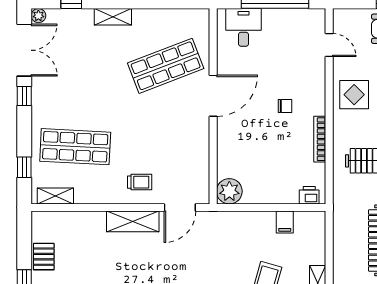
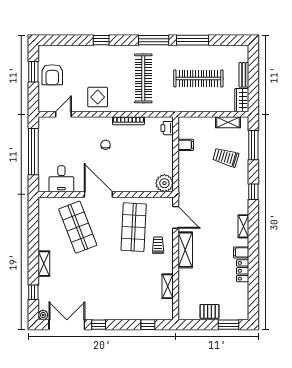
desk: (243, 27) -> (61, 179), moved, turned -90
shop shelf: (75, 147) -> (134, 227), moved
shelving: (55, 196) -> (168, 286), moved

